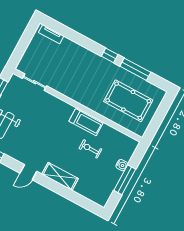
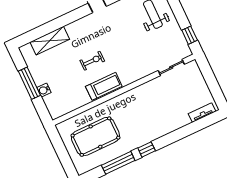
treadmill: (86, 122) -> (104, 86), turned 180
exercise bike: (90, 149) -> (92, 61), moved
shelving: (60, 176) -> (50, 41), moved

